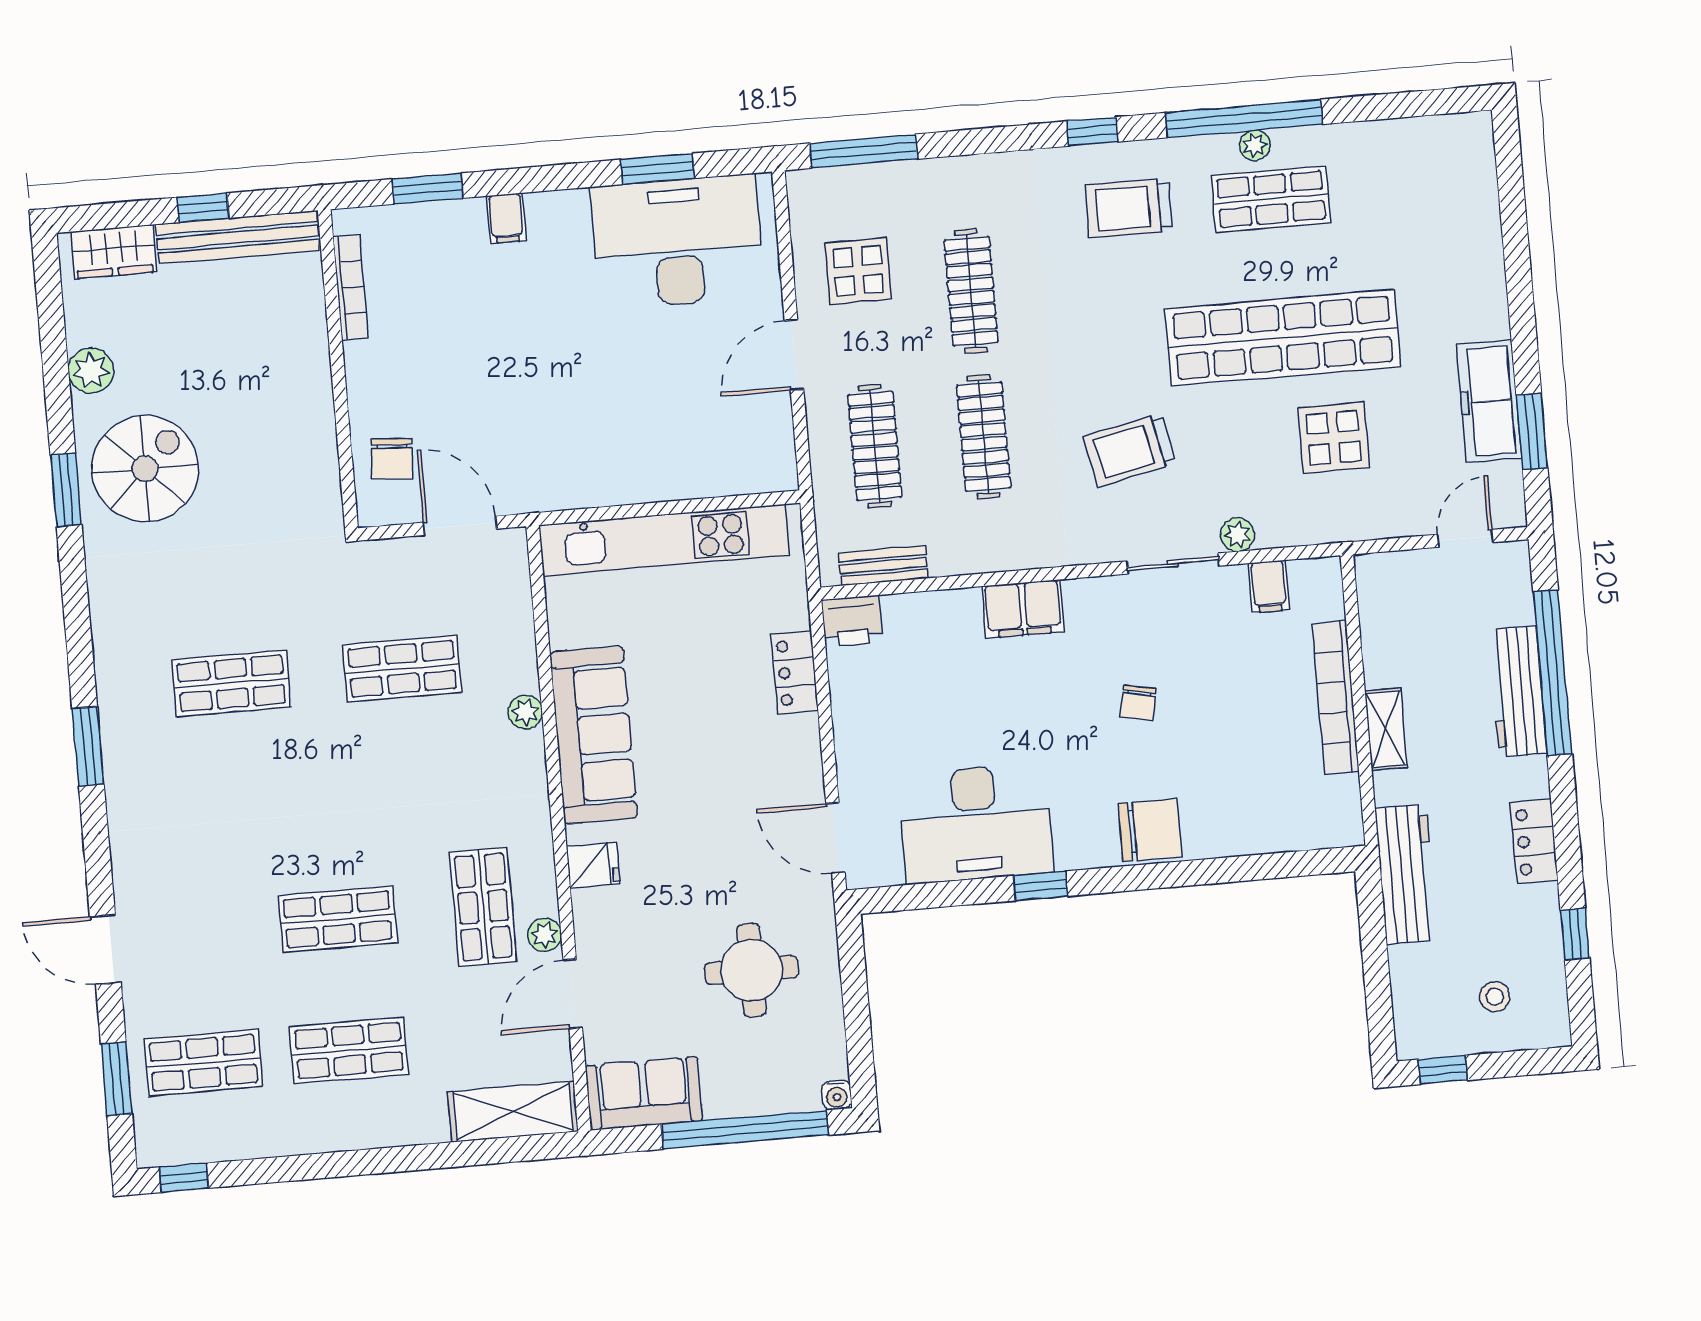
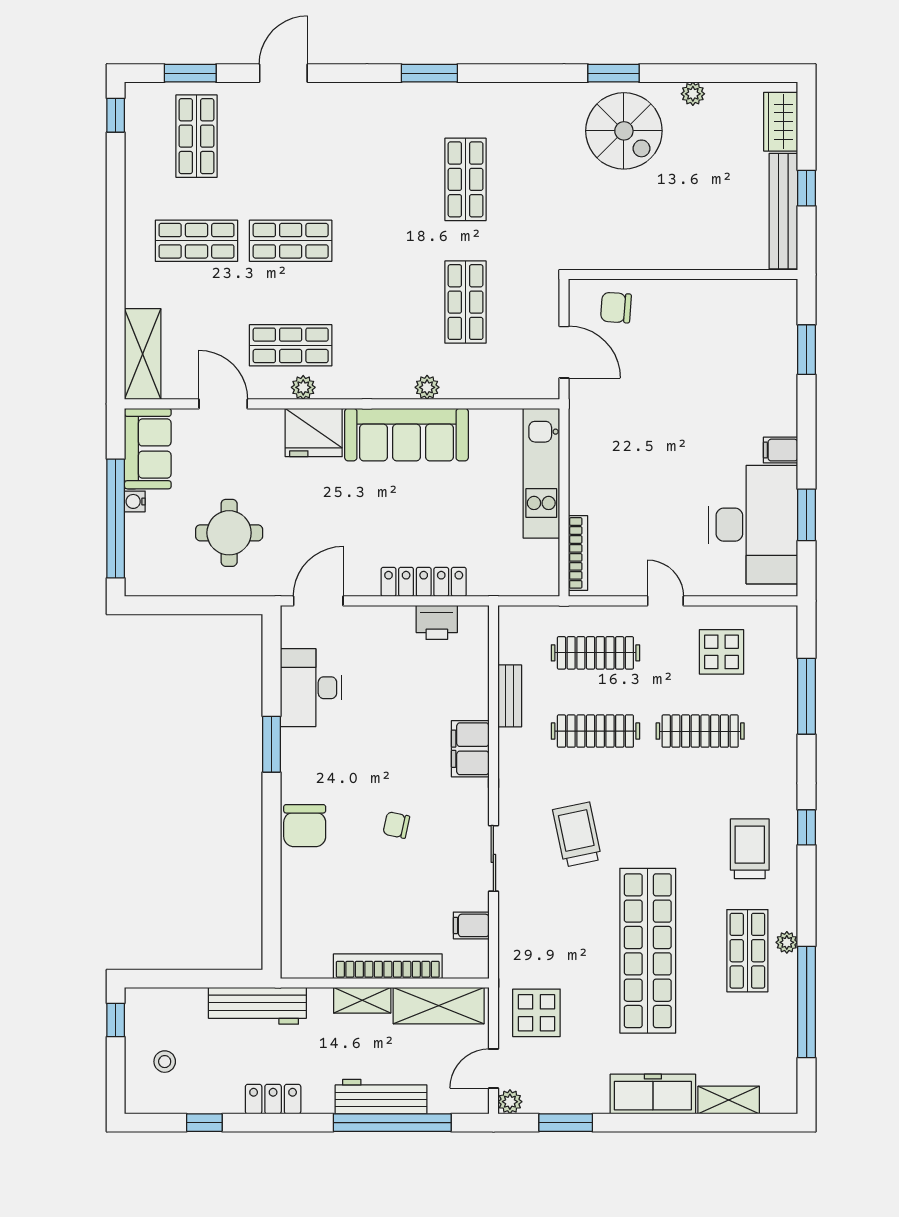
window: (1244, 119) -> (807, 1002), moved
window: (864, 151) -> (807, 696), moved
shelving: (1481, 207) -> (729, 1100), added
filing cabinet: (506, 218) -> (780, 450), moved
bookcase: (351, 287) -> (578, 553), moved, turned -90
door: (794, 355) -> (665, 601), width x0.73
plant: (91, 371) -> (693, 94), width x0.73, depth x0.73
freezer: (1489, 401) -> (653, 1094), moved
display table: (1334, 438) -> (536, 1013), moved
door: (460, 526) -> (564, 352), hinge flipped
plant: (1237, 535) -> (510, 1102), moved
door: (1465, 538) -> (493, 1068), swing flipped
kitchen unit: (664, 540) -> (541, 473), width x0.73
bench: (883, 566) -> (510, 696), moved
printer: (852, 621) -> (437, 622), moved, turned -90
shelving: (1384, 622) -> (439, 1006), added
locker: (795, 672) -> (424, 582), width x1.53
desk: (976, 823) -> (311, 688), width x0.73, depth x0.77
fridge: (593, 865) -> (314, 432), width x1.88, depth x1.34
window: (1041, 886) -> (271, 744), width x1.50
shop shelf: (338, 919) -> (291, 241), turned 90
plant: (545, 935) -> (303, 387), moved
shop shelf: (349, 1050) -> (196, 241), turned 90
water cooler: (837, 1095) -> (135, 501), moved

